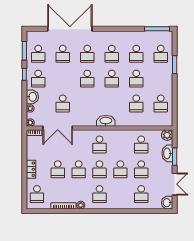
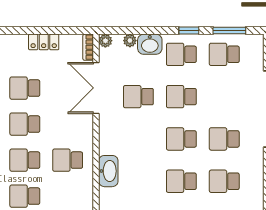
school desk: (63, 54) -> (181, 97), moved
locker: (31, 169) -> (44, 42), moved

